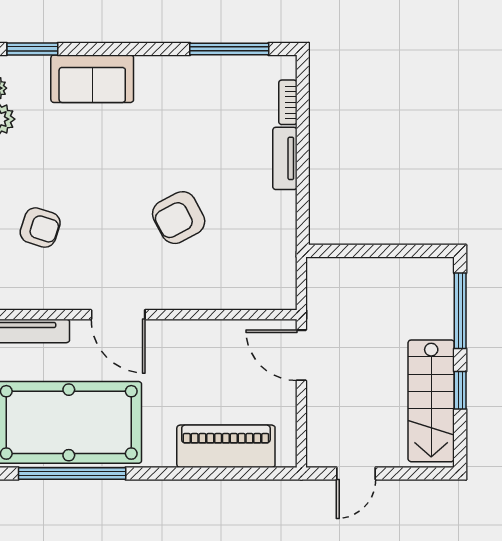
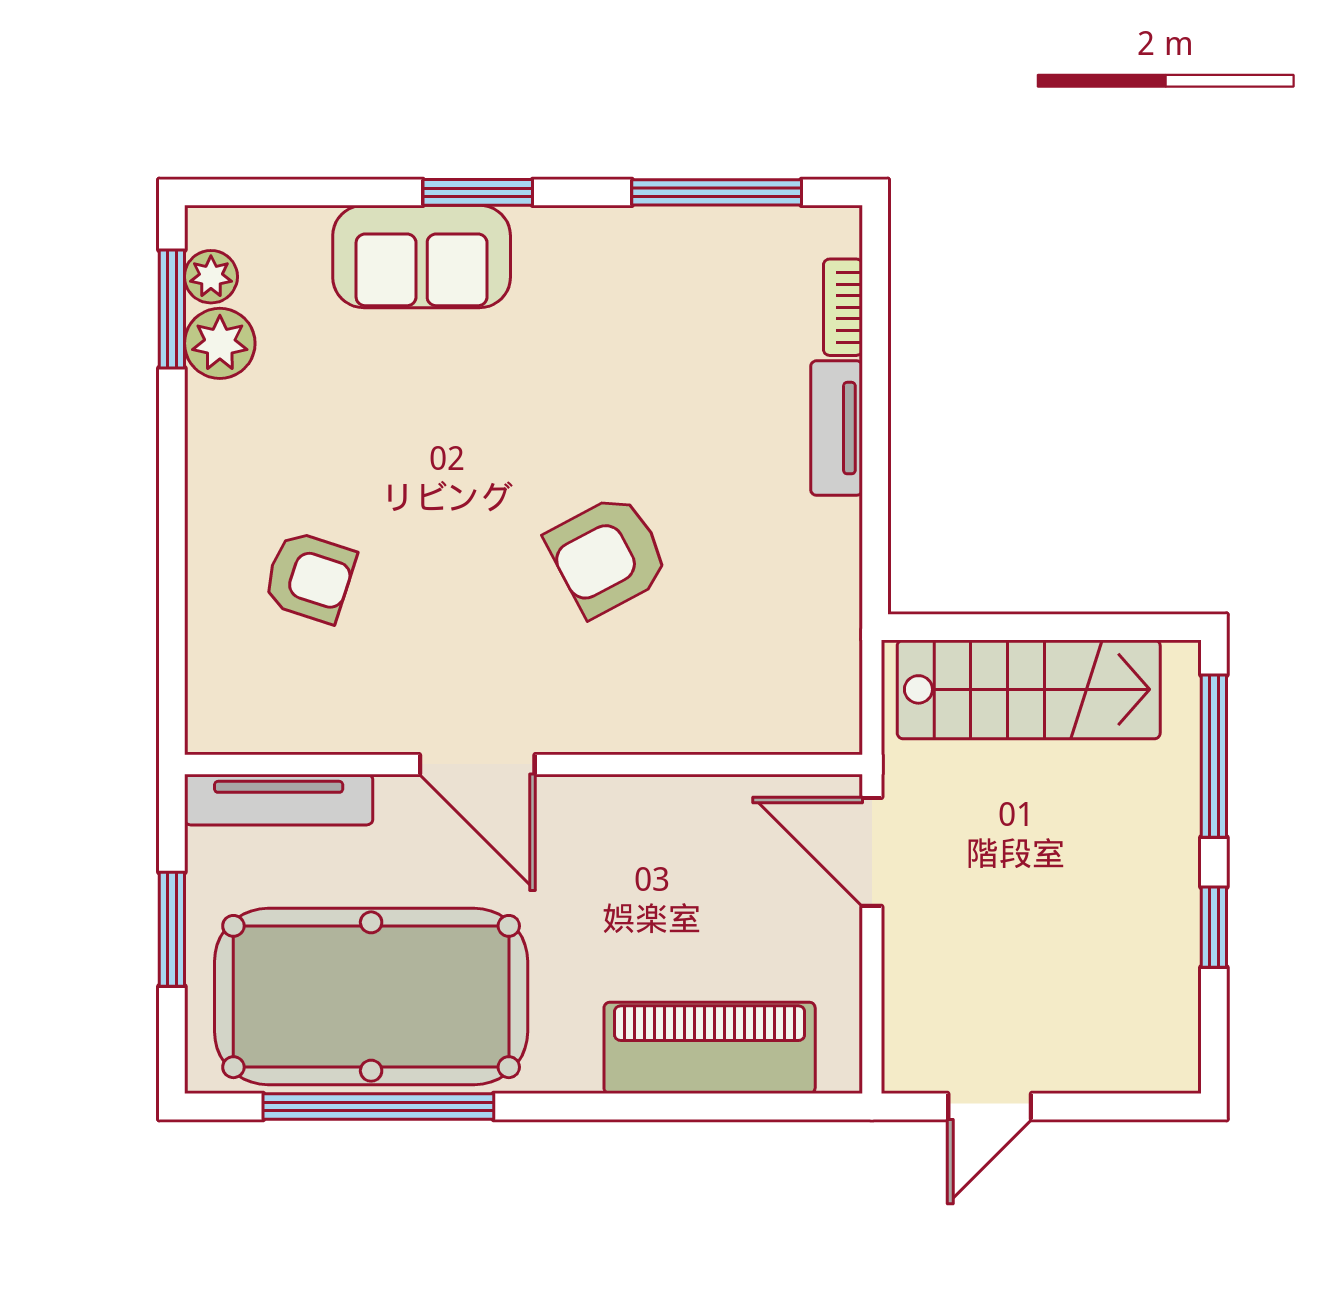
window: (32, 49) -> (478, 192), moved
stairs: (431, 401) -> (1029, 689), moved, turned -90

